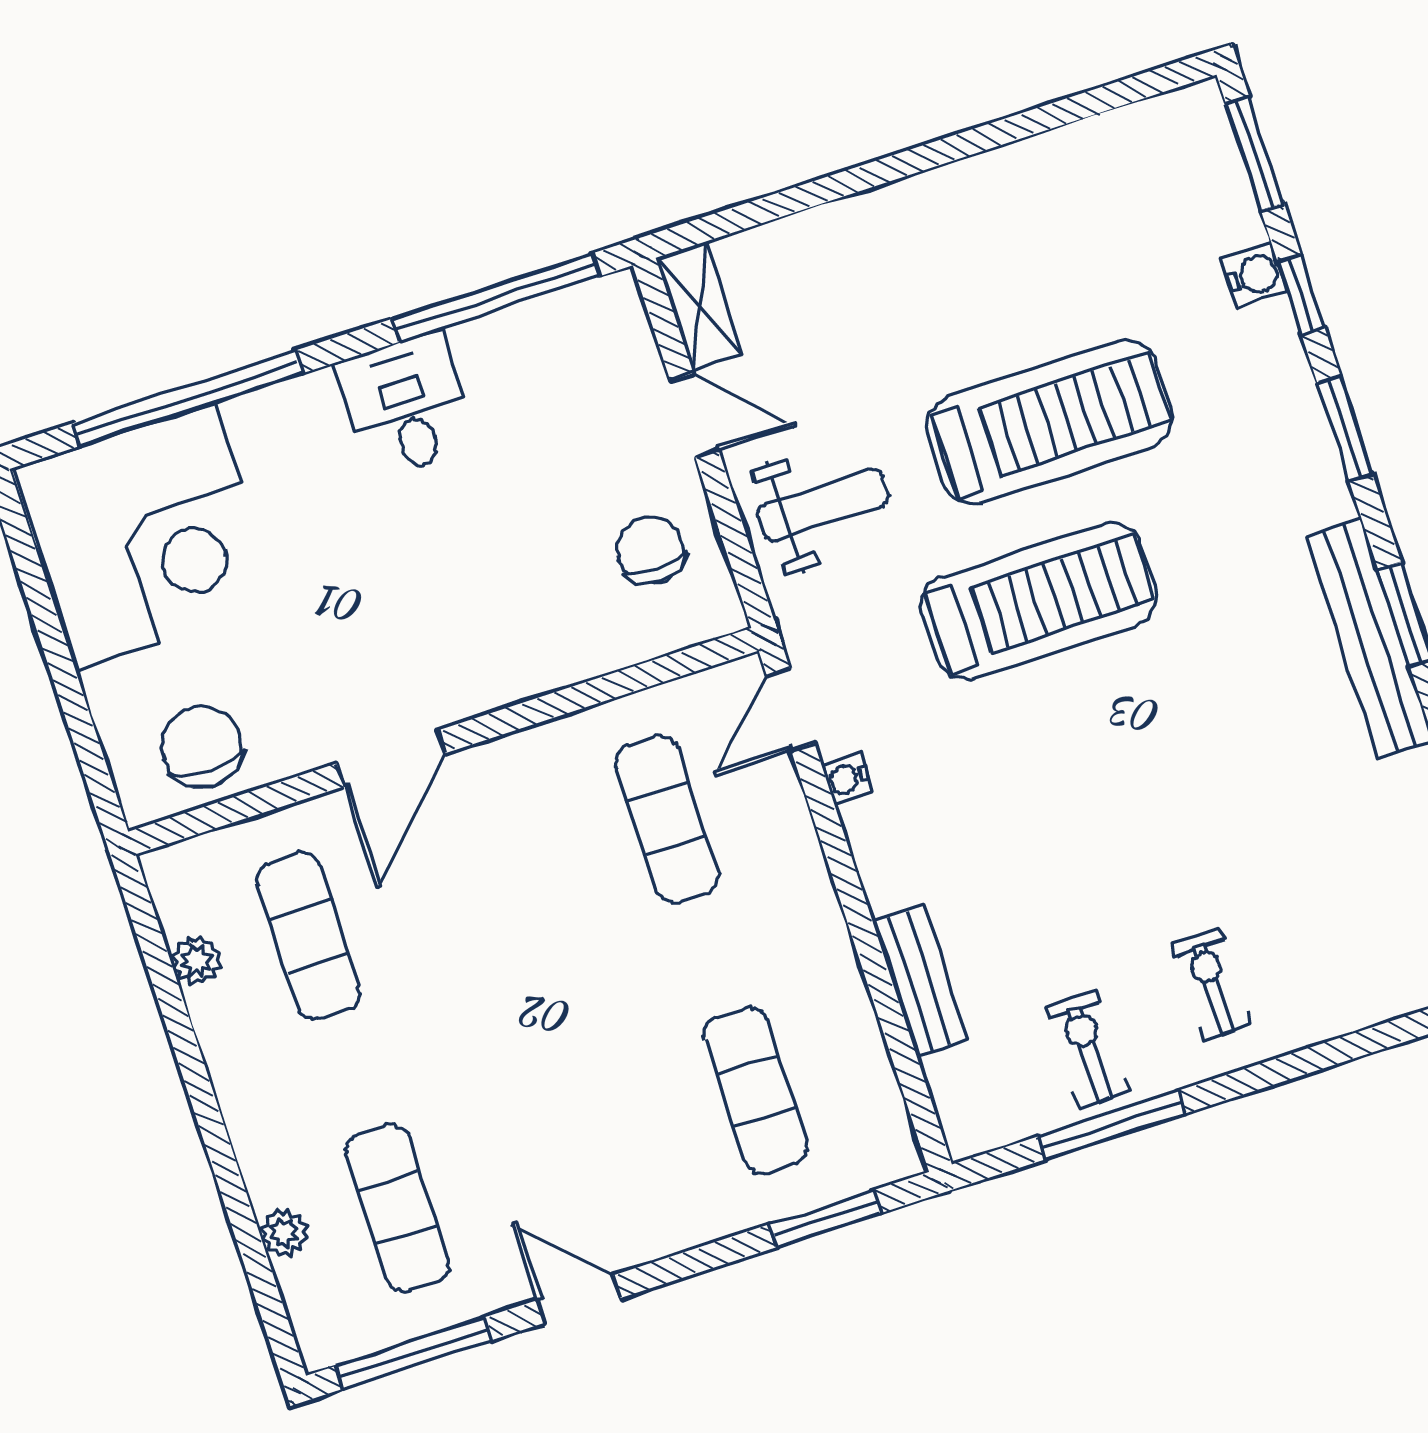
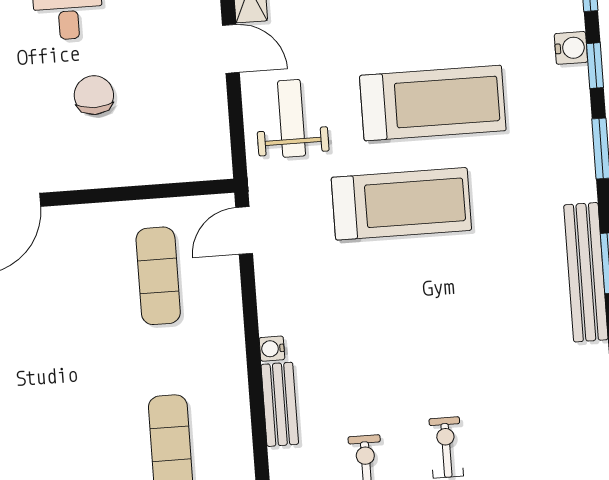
weight bench: (823, 505) -> (292, 118), turned -90
chair: (650, 550) -> (94, 95), moved
water cooler: (847, 779) -> (272, 349), moved

